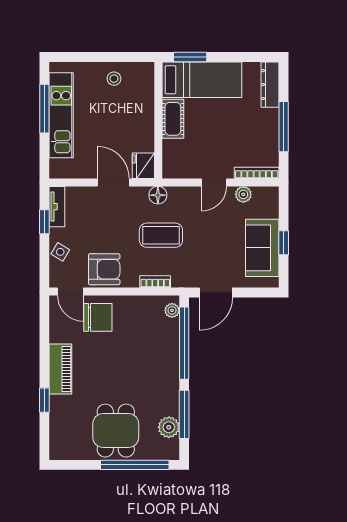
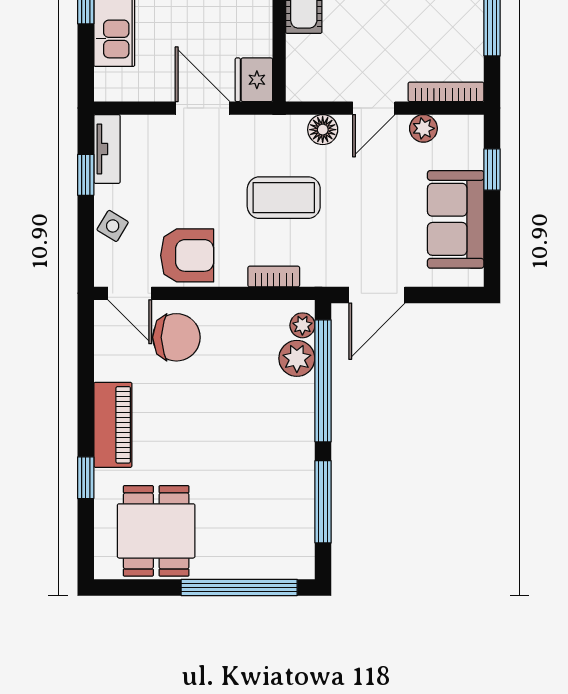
floor lamp: (158, 195) -> (323, 130), moved
window: (284, 243) -> (492, 169), moved
plant: (169, 427) -> (297, 358), moved
dining table: (116, 431) -> (156, 531), moved

